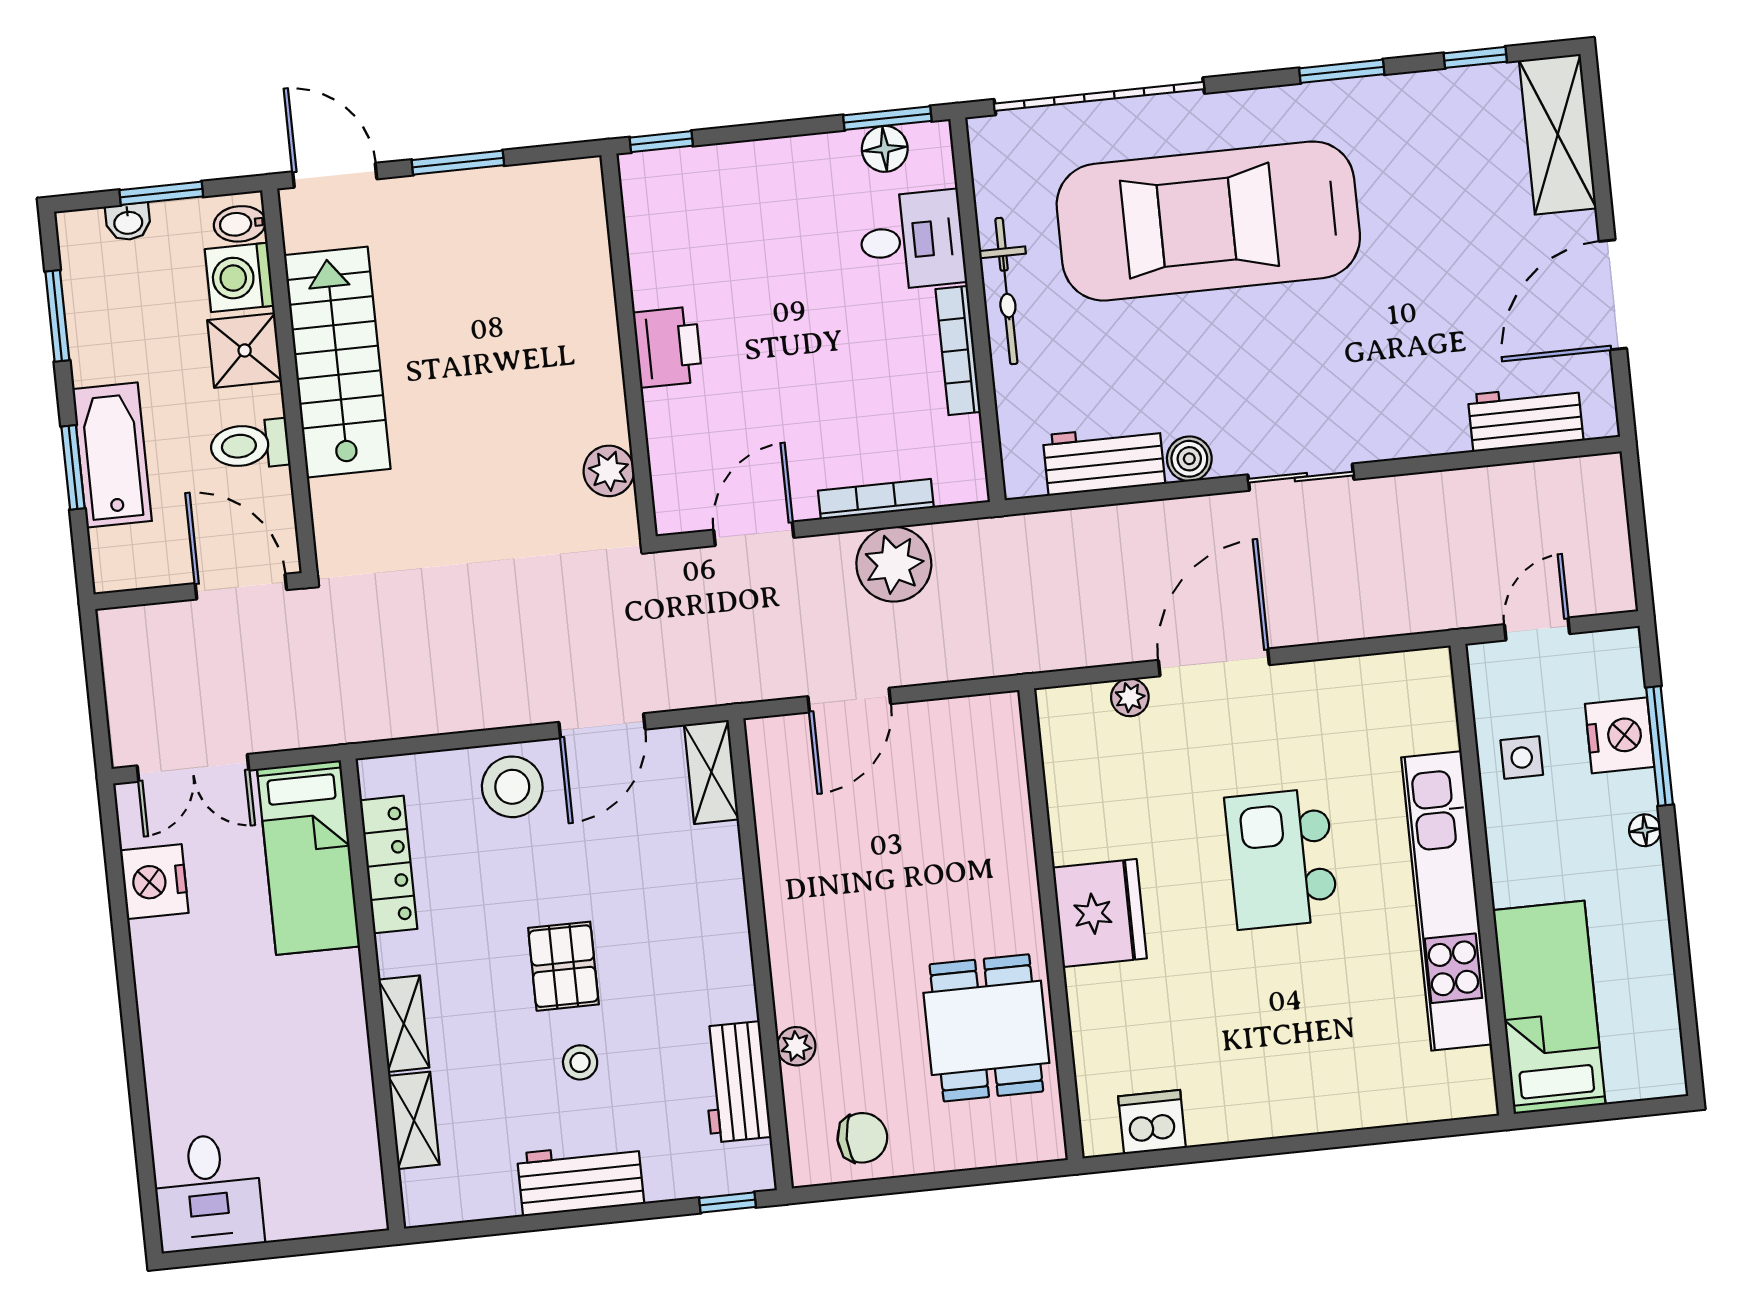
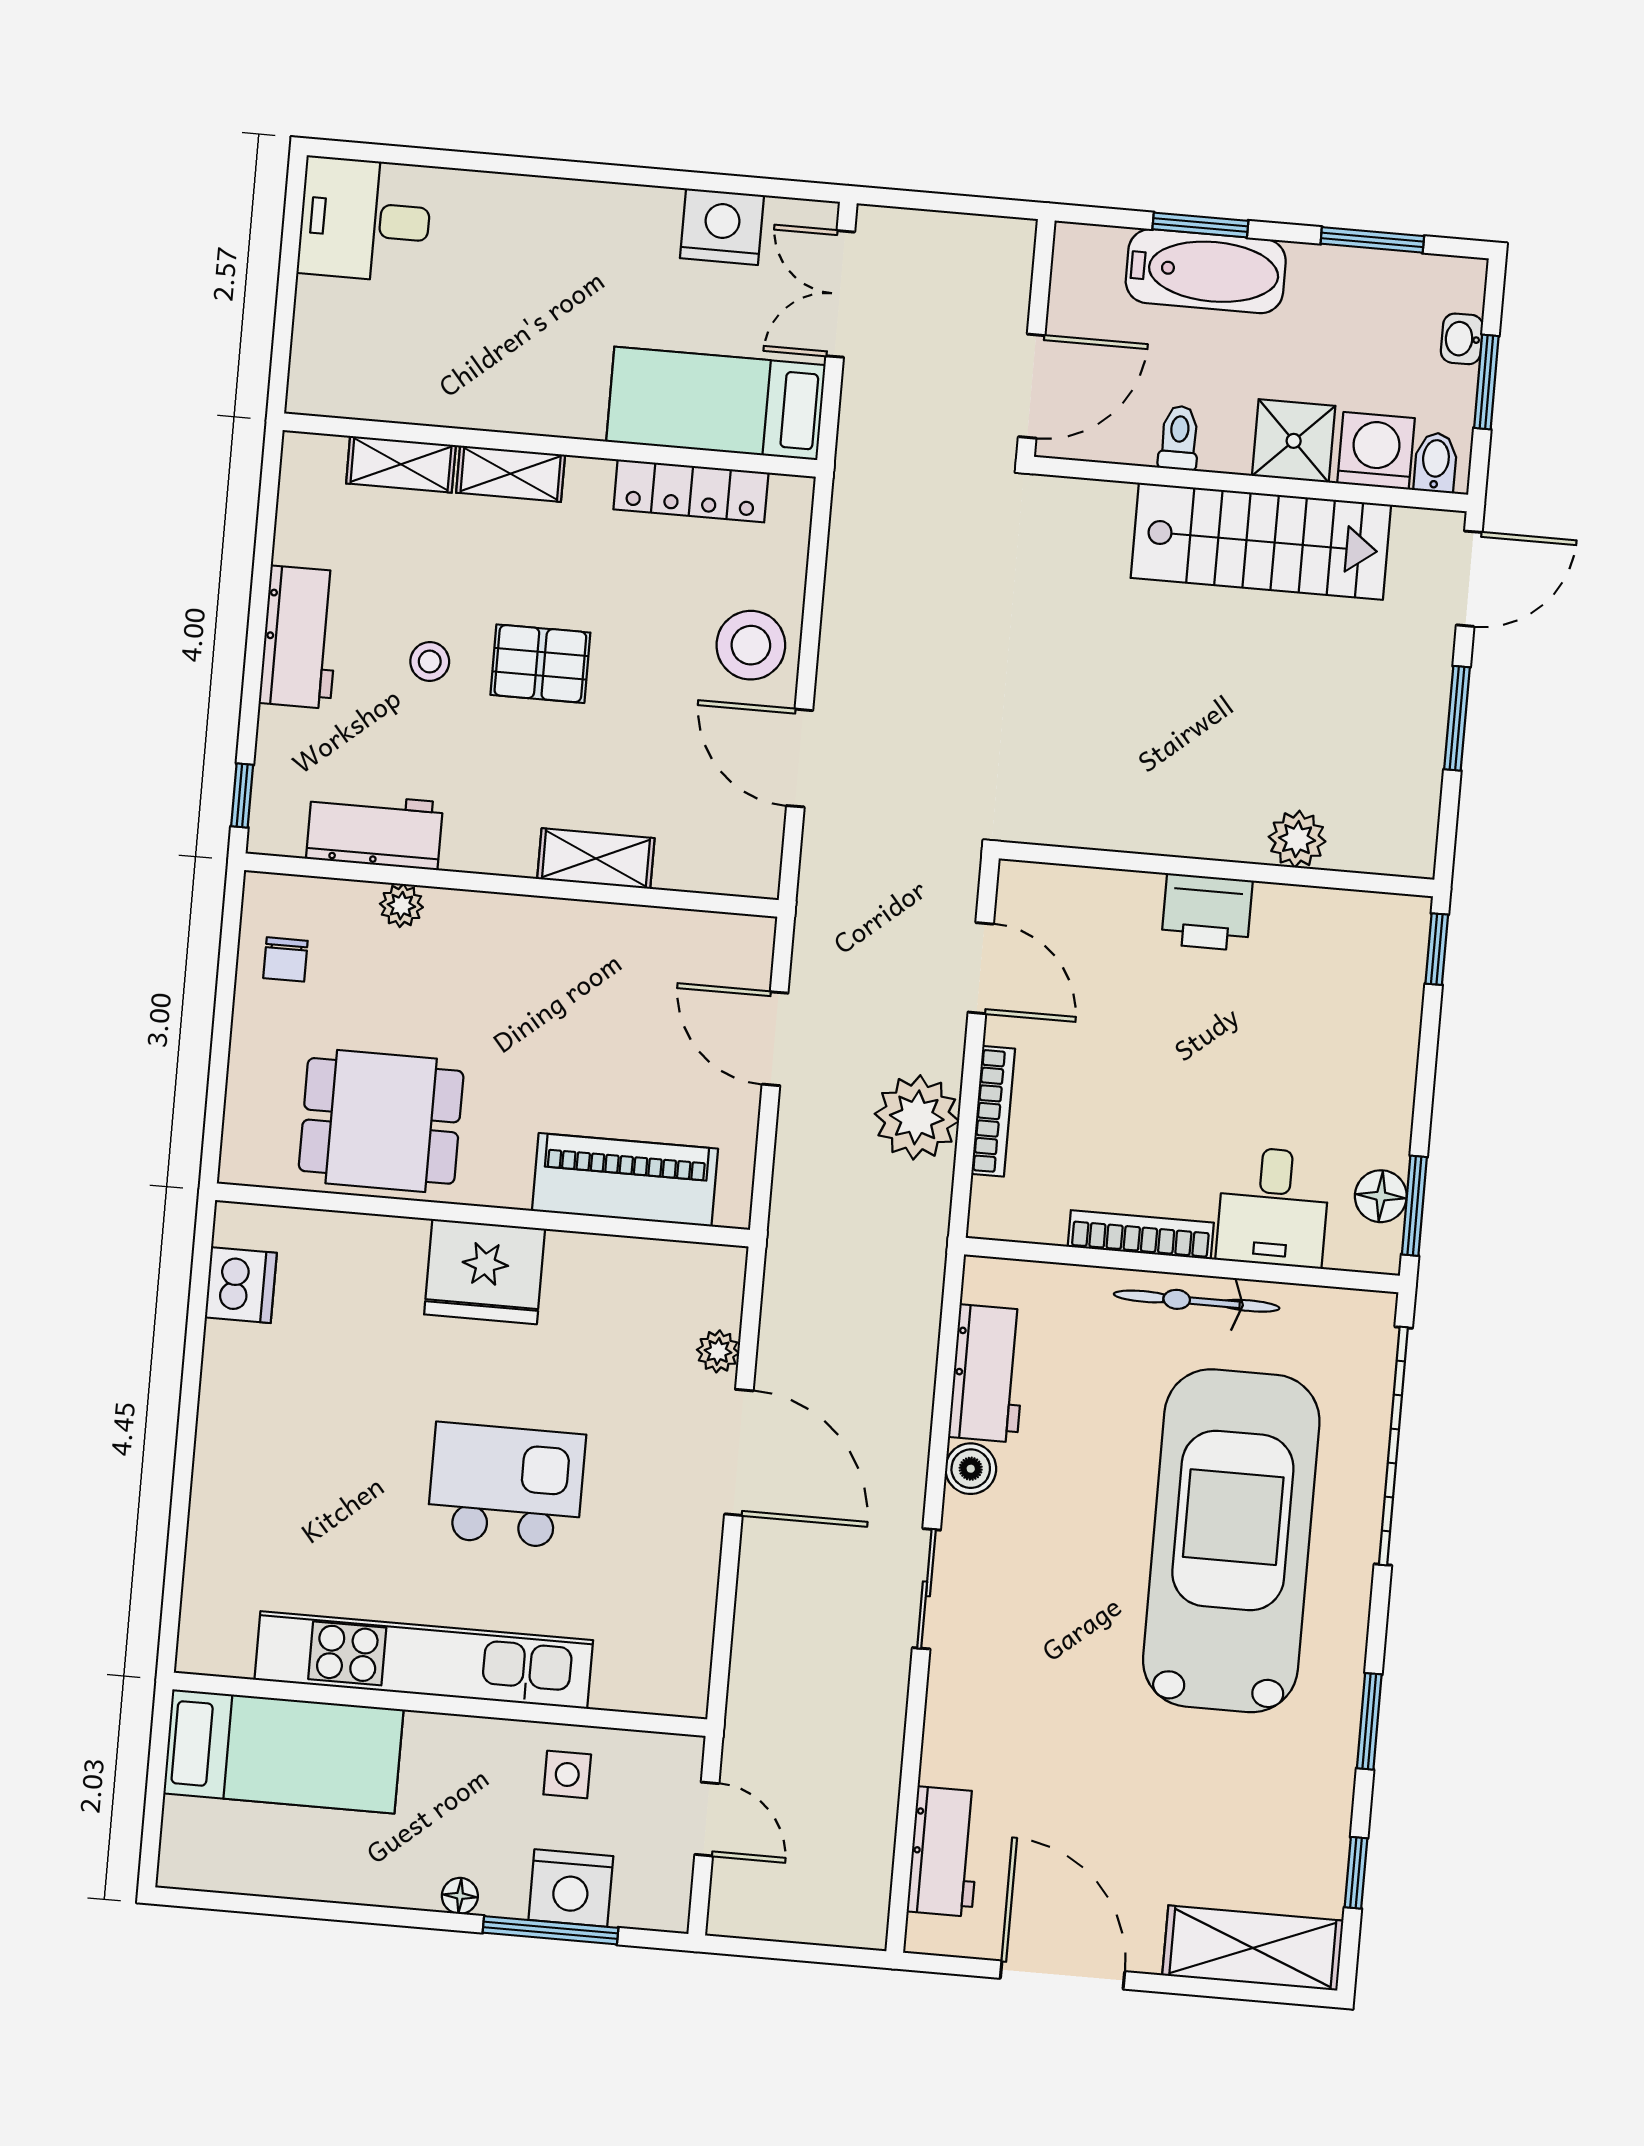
toilet: (250, 445) -> (1179, 438), width x0.73, depth x0.72
plant: (609, 471) -> (1297, 839), moved
shelving: (711, 772) -> (596, 858), moved
piano: (997, 807) -> (625, 1180), added
chair: (862, 1138) -> (285, 959), width x0.73, depth x0.73

